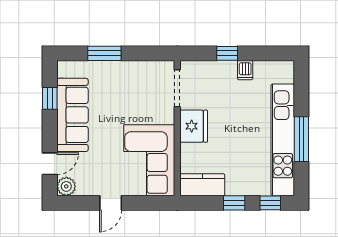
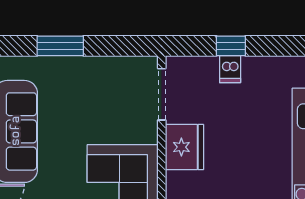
dishwasher: (245, 70) -> (230, 69), moved

